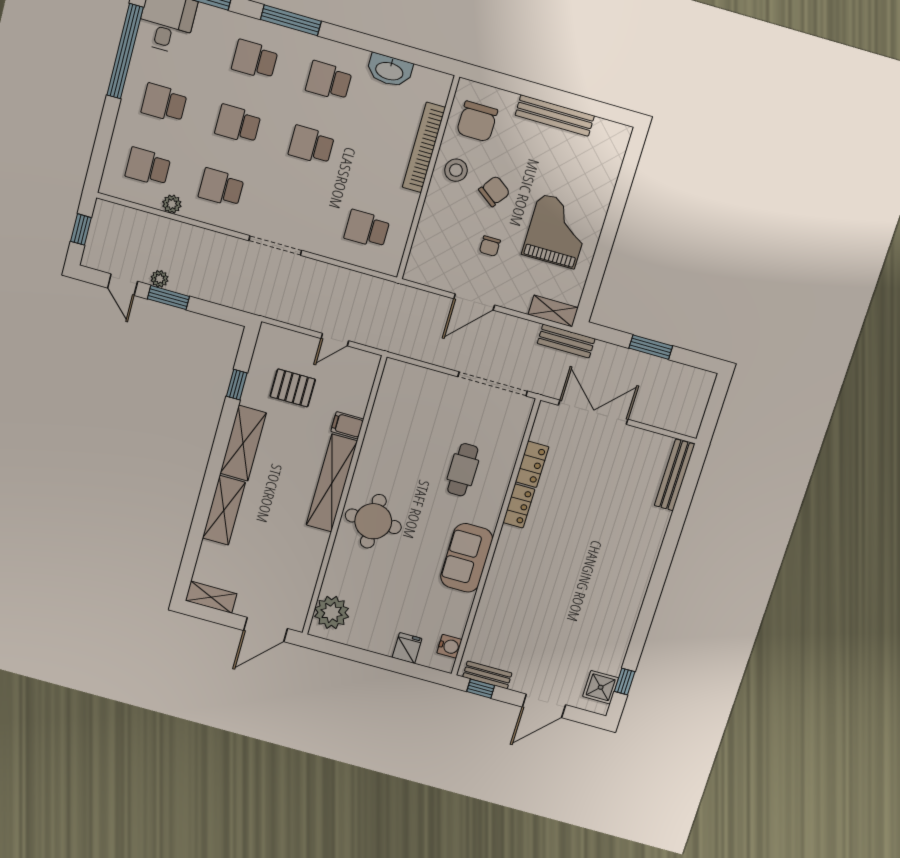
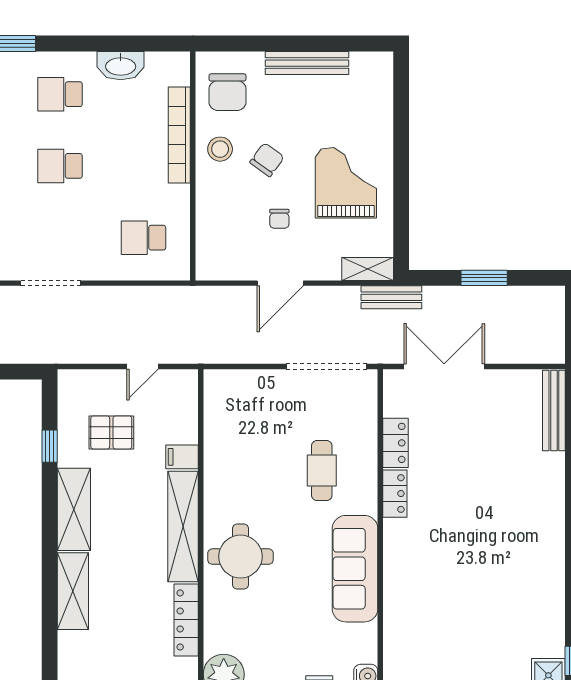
sofa: (467, 558) -> (355, 569), width x1.36
locker: (313, 560) -> (186, 620), added

